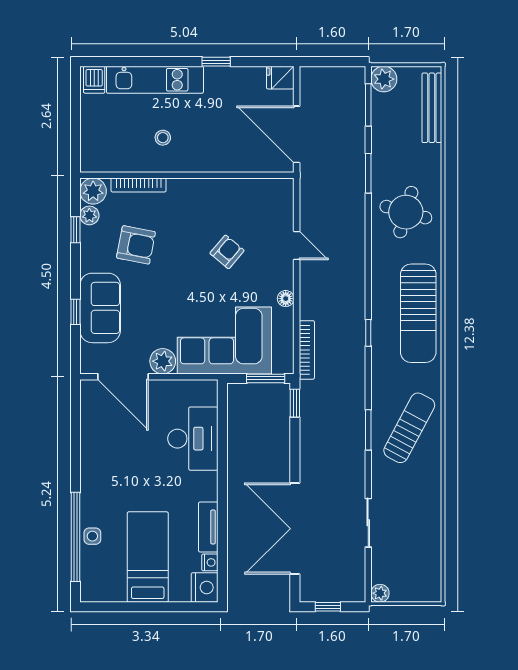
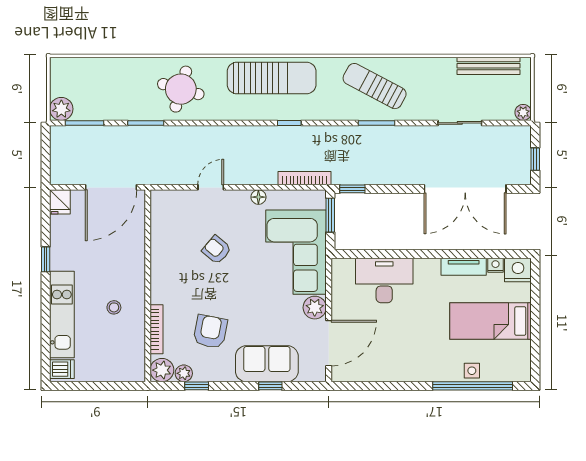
bench: (432, 108) -> (489, 66), moved

